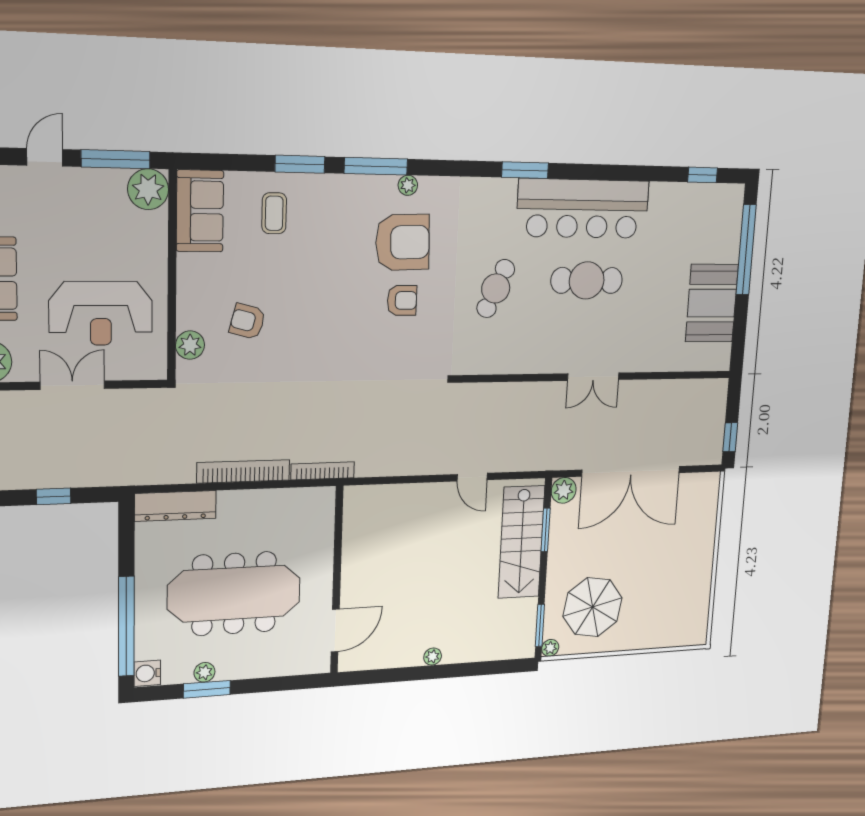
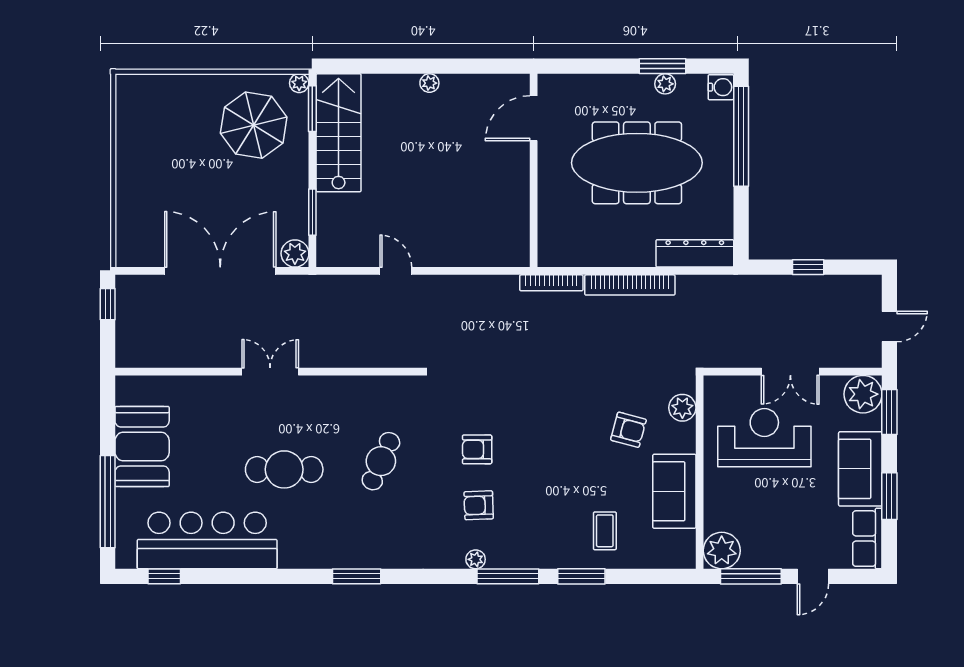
bar counter: (583, 209) -> (207, 540), moved
sofa: (200, 211) -> (674, 491), moved
armchair: (403, 242) -> (479, 505), width x0.53, depth x0.53
stairs: (521, 542) -> (339, 133), moved

